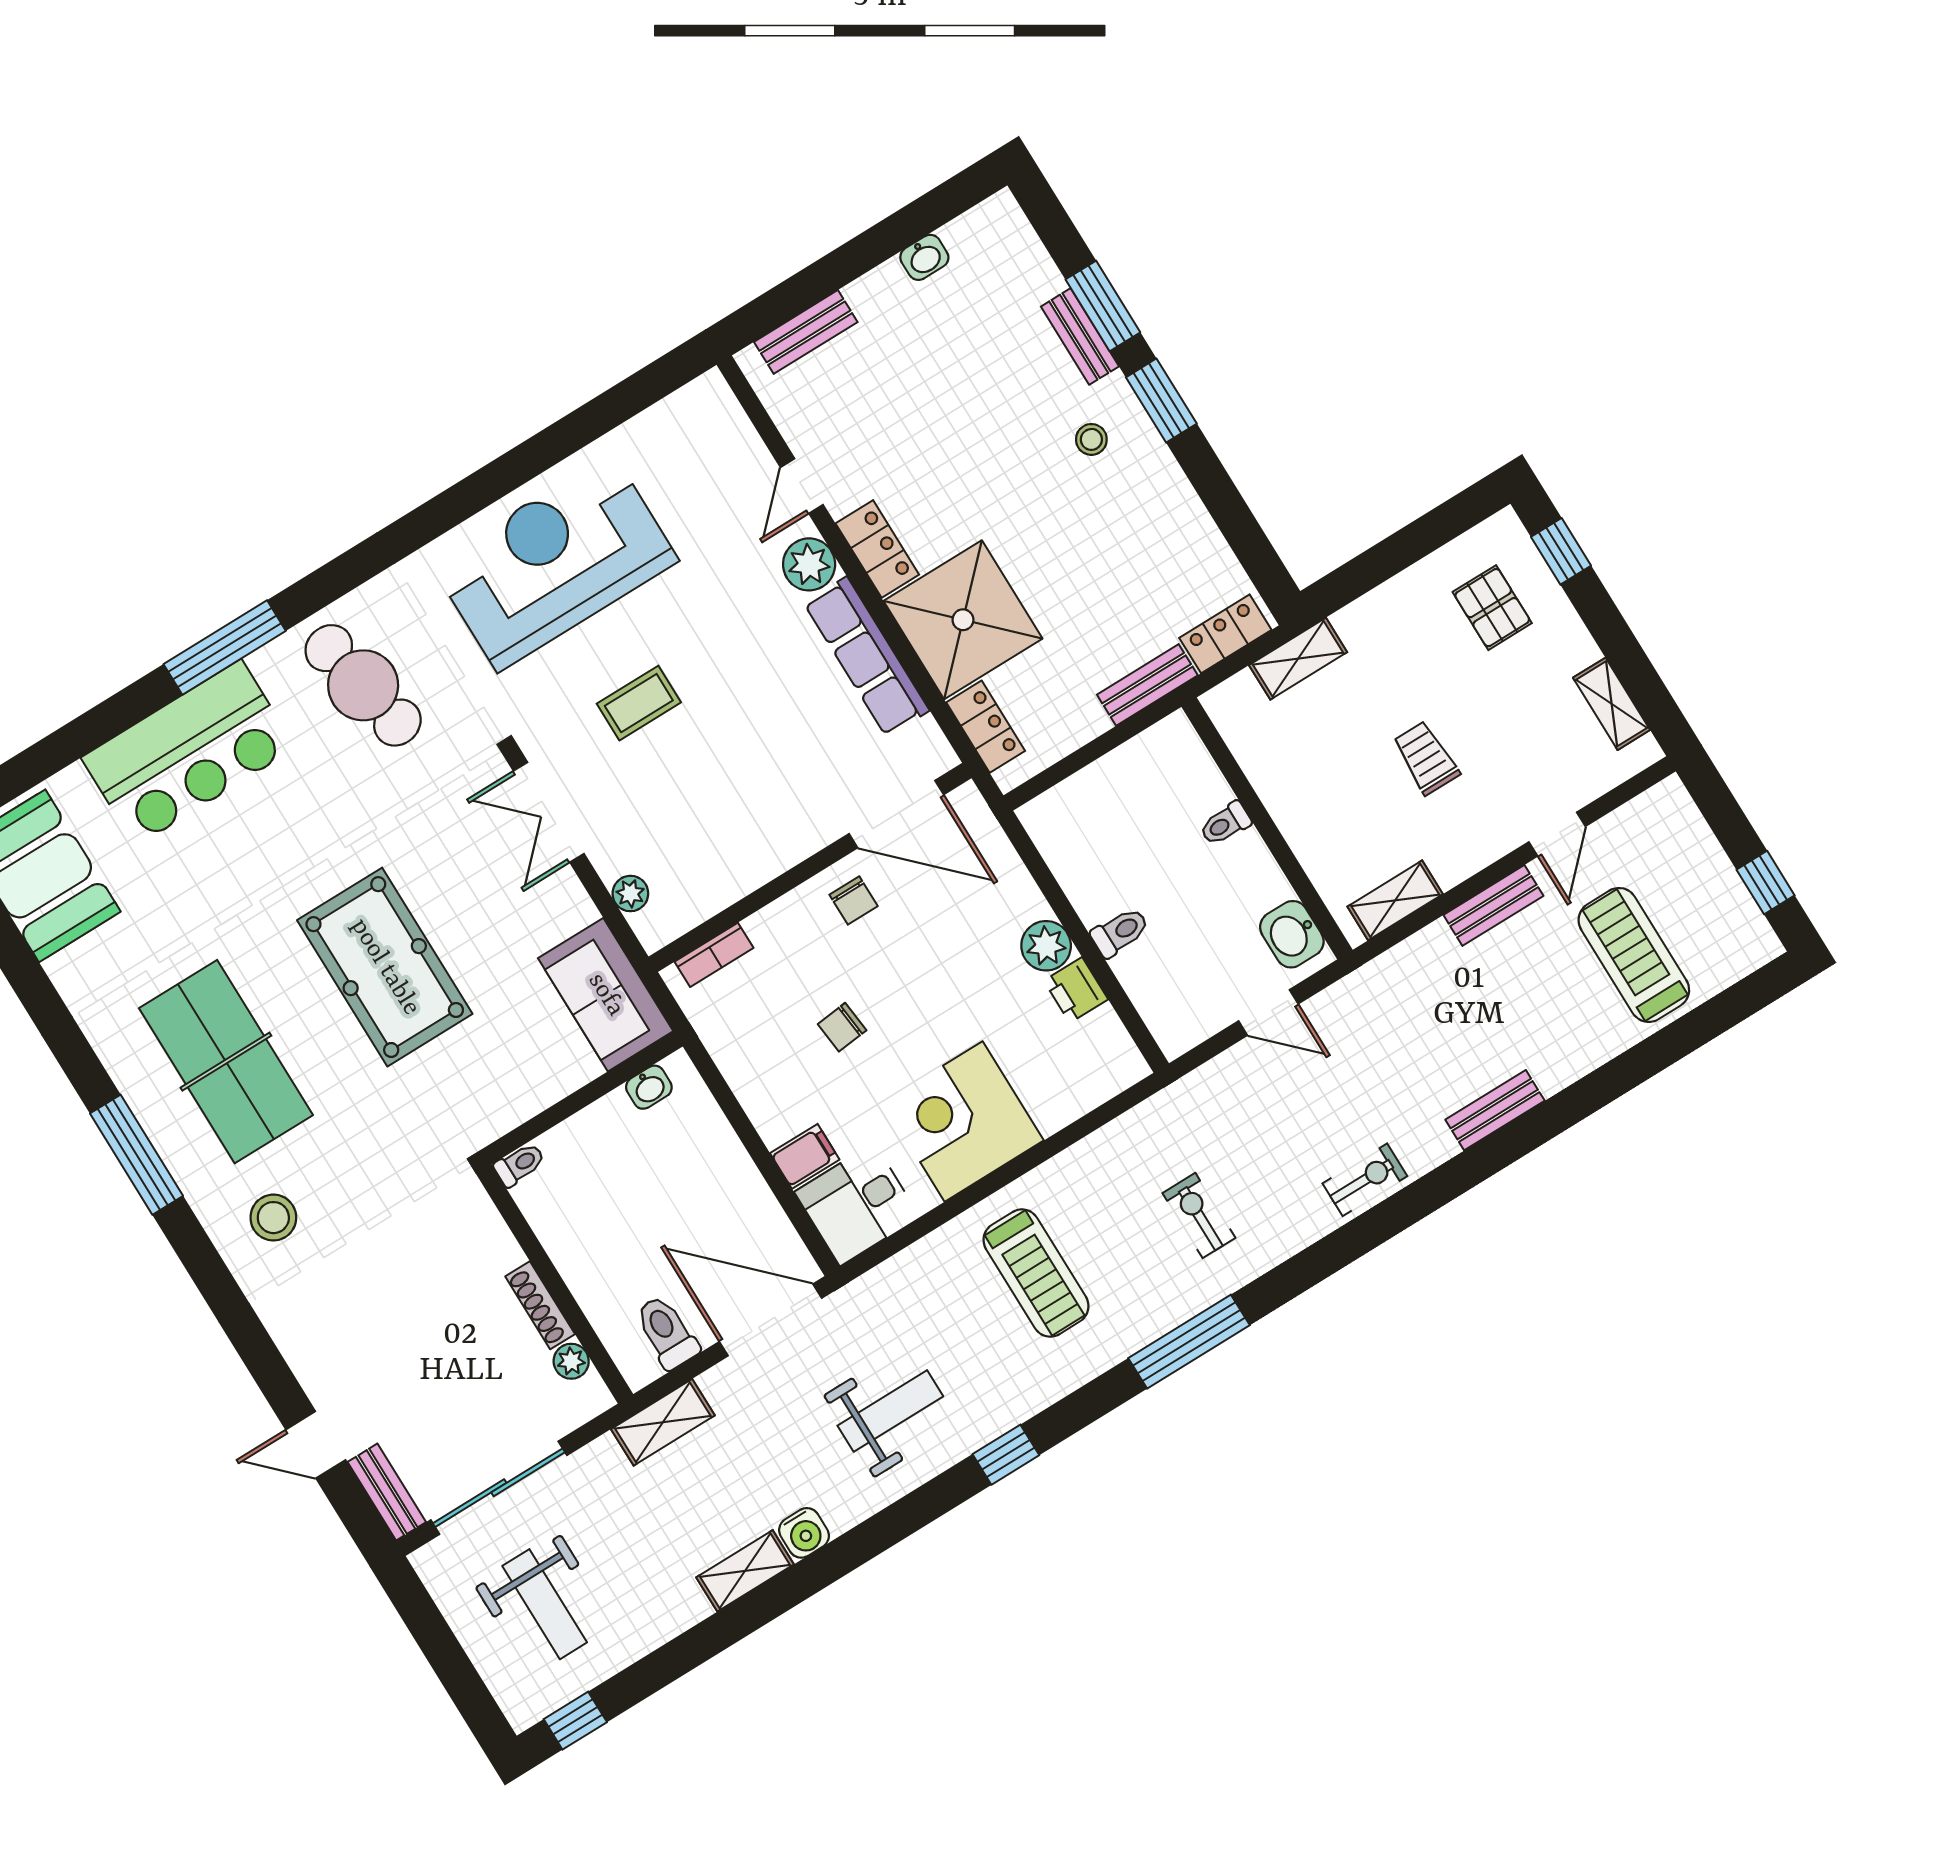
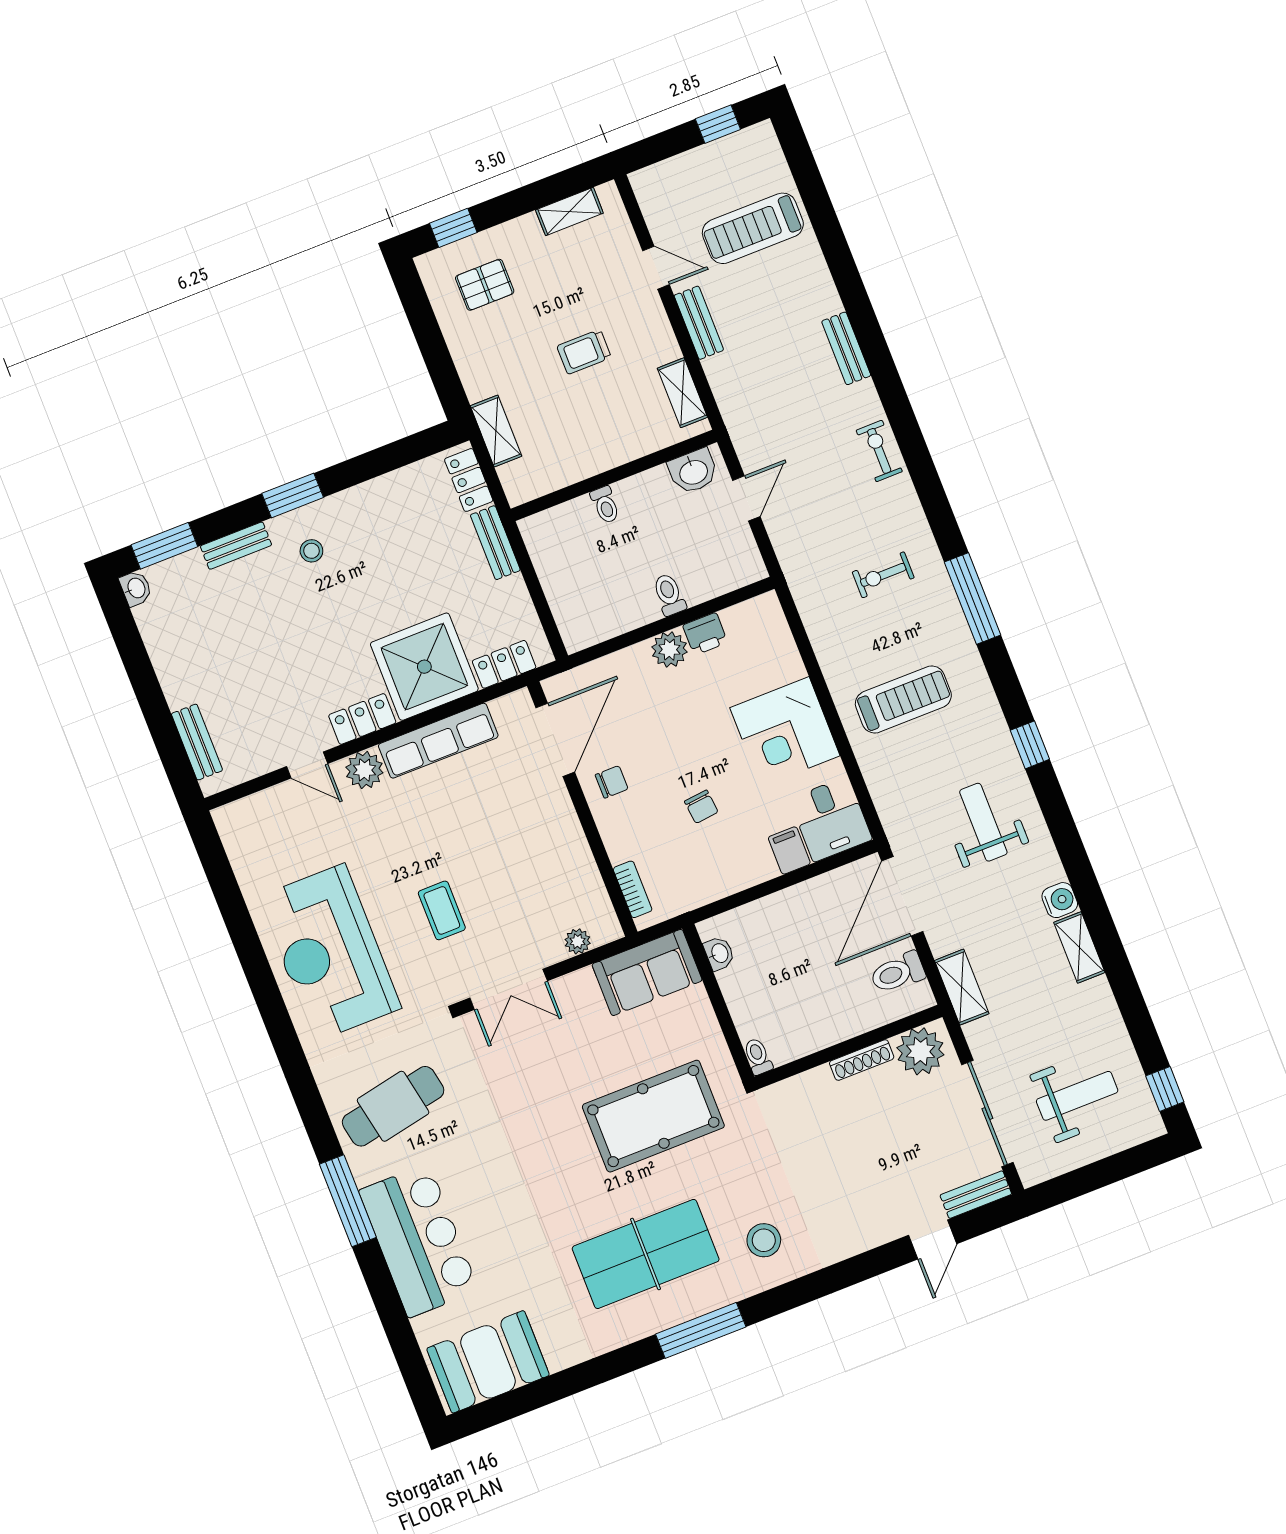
washbasin: (924, 257) -> (136, 588), moved
window: (1103, 306) -> (164, 546), moved
pool table: (385, 967) -> (653, 1116), moved
plant: (571, 1361) -> (920, 1051), width x1.87, depth x1.87

